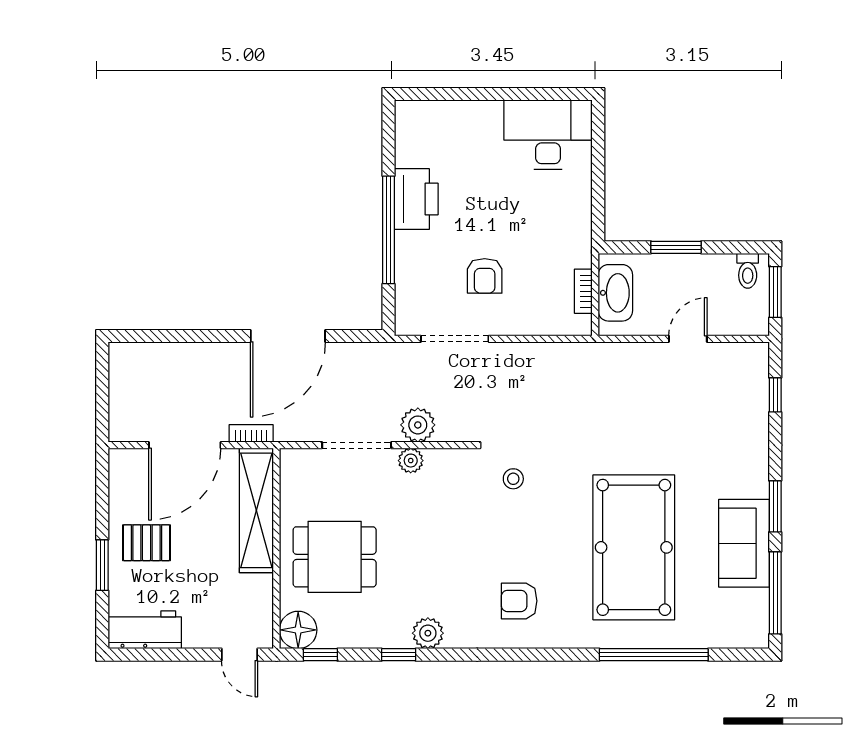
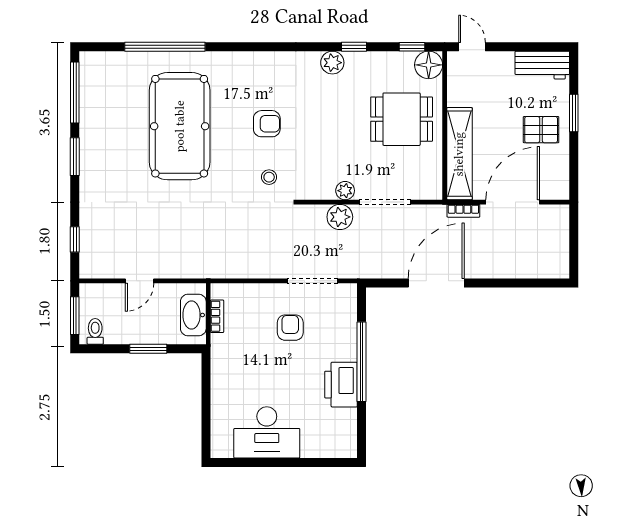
desk: (548, 135) -> (267, 432), moved
sofa: (744, 543) -> (98, 129), removed
armchair: (519, 601) -> (267, 124), moved

